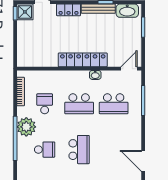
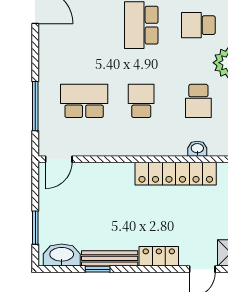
locker: (83, 60) -> (176, 174), moved
washbasin: (95, 75) -> (197, 149), moved
school desk: (79, 104) -> (141, 101), width x0.54

